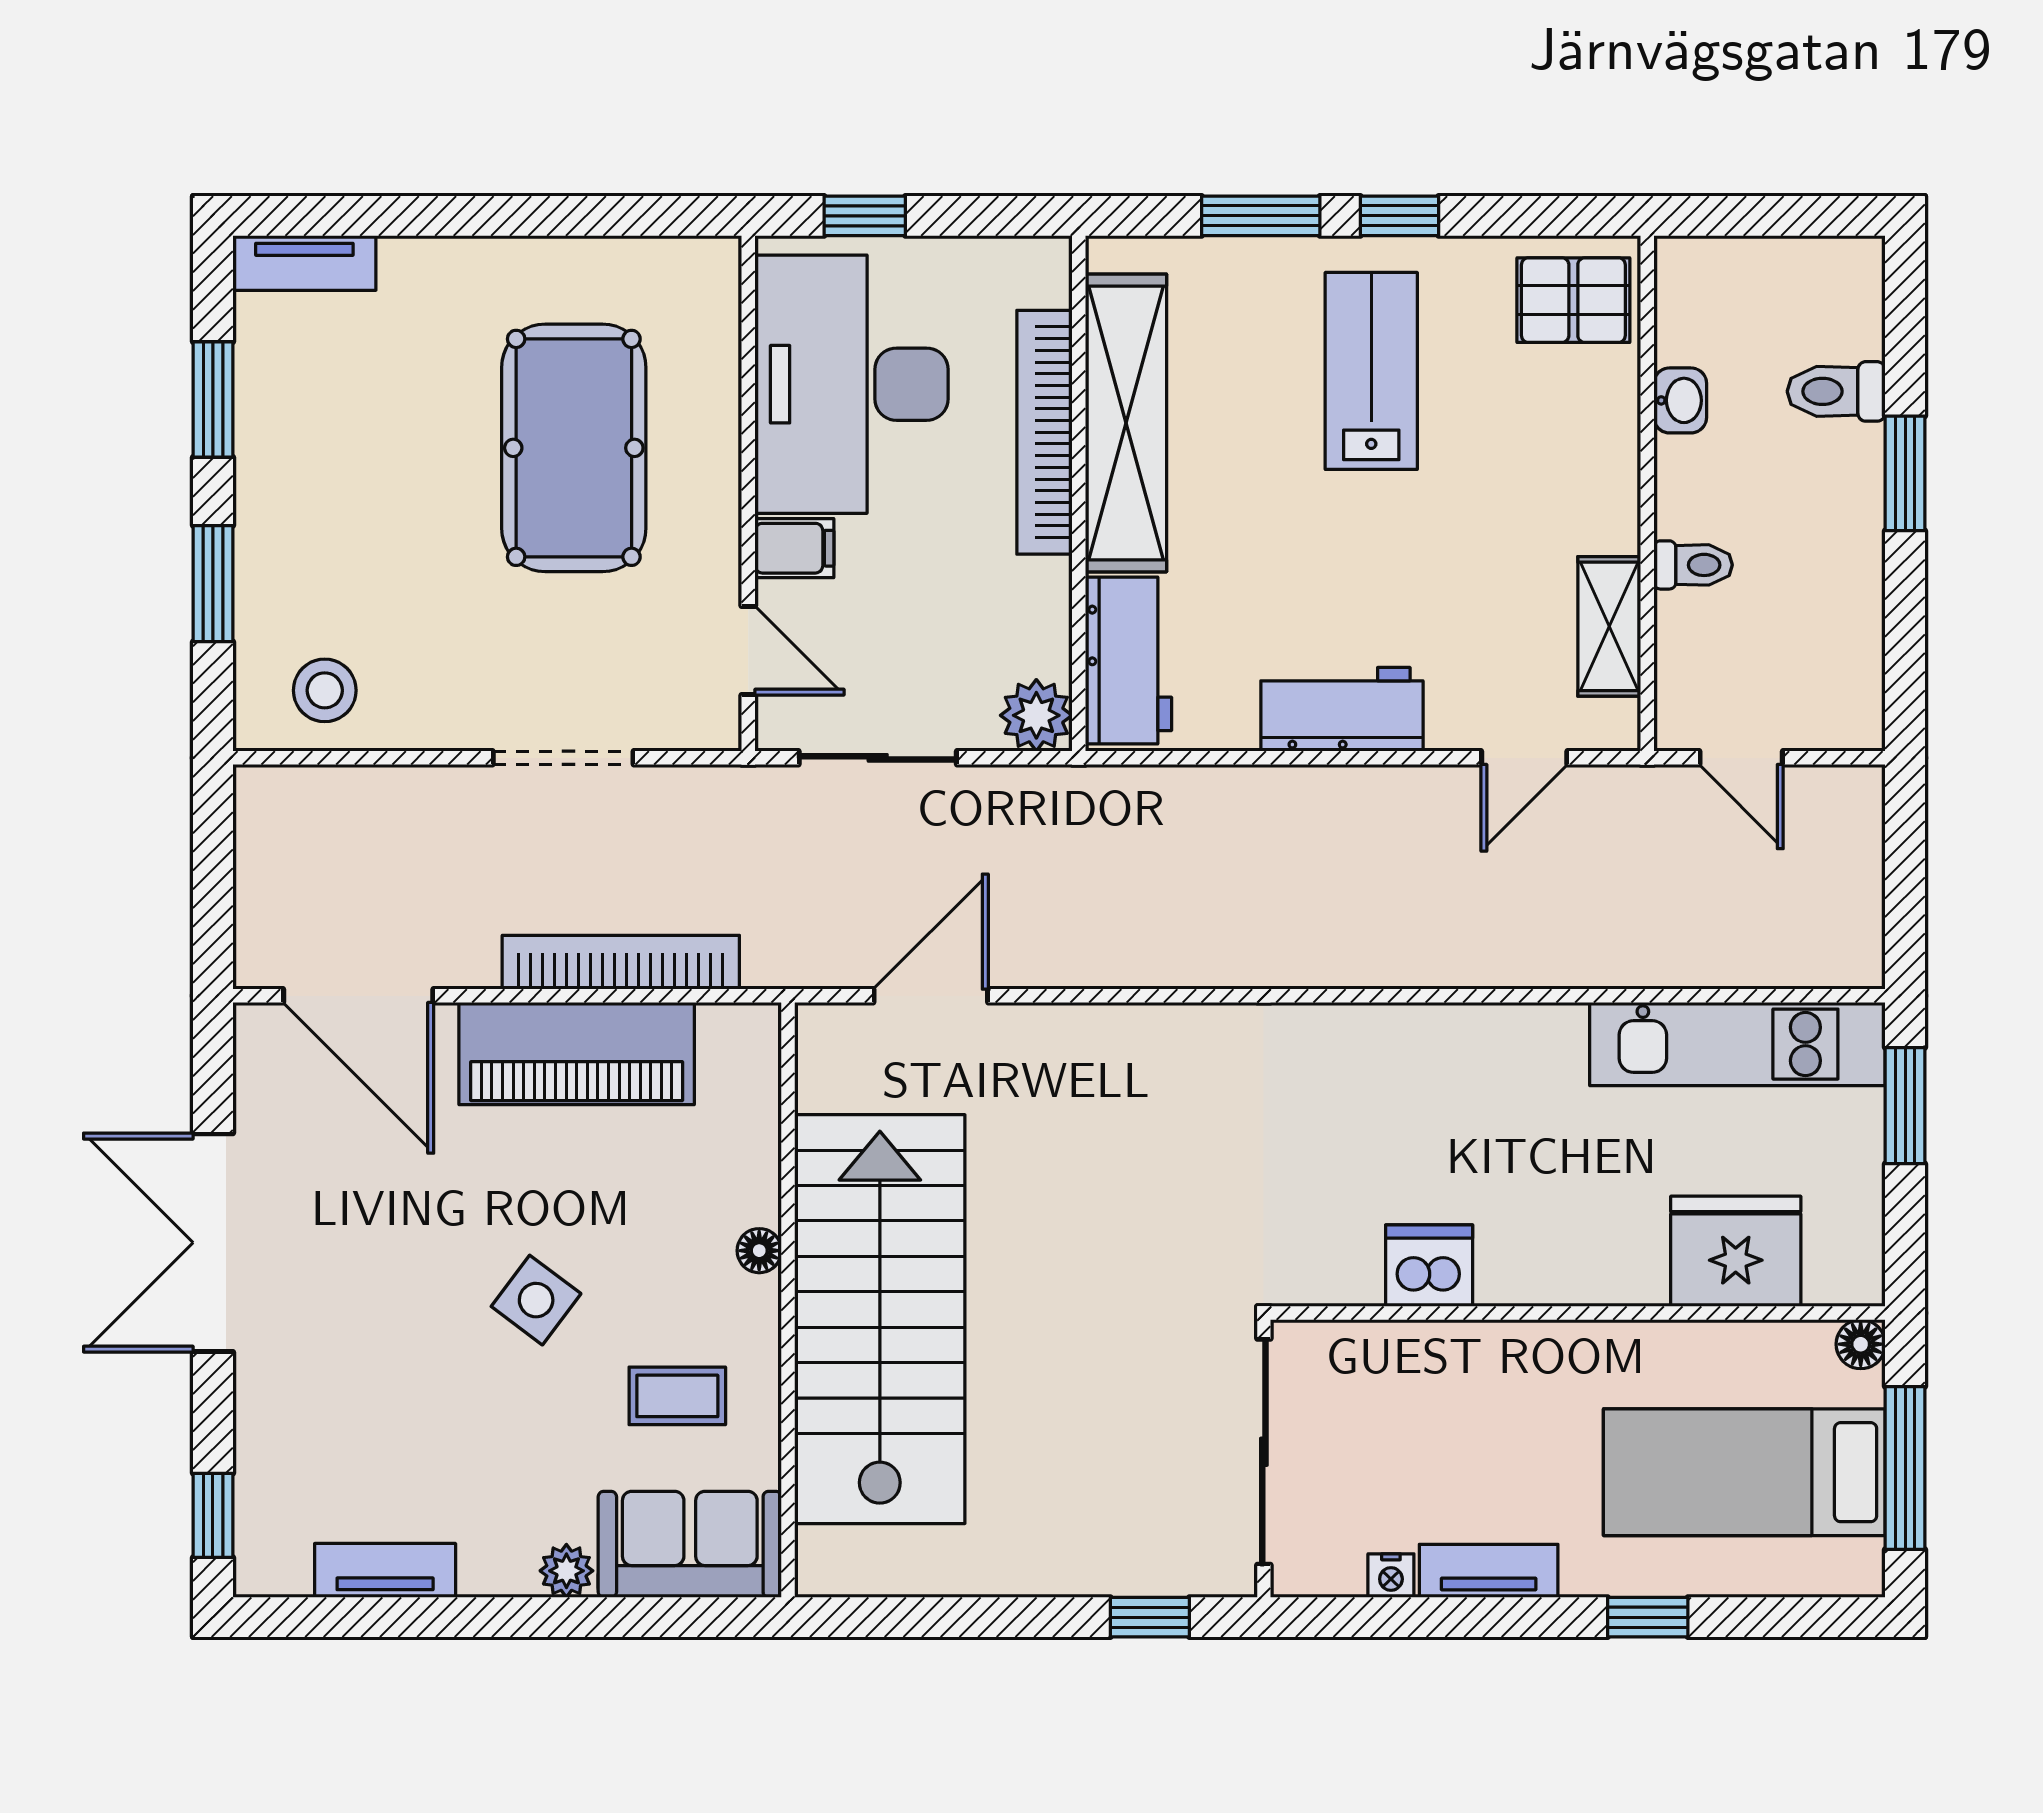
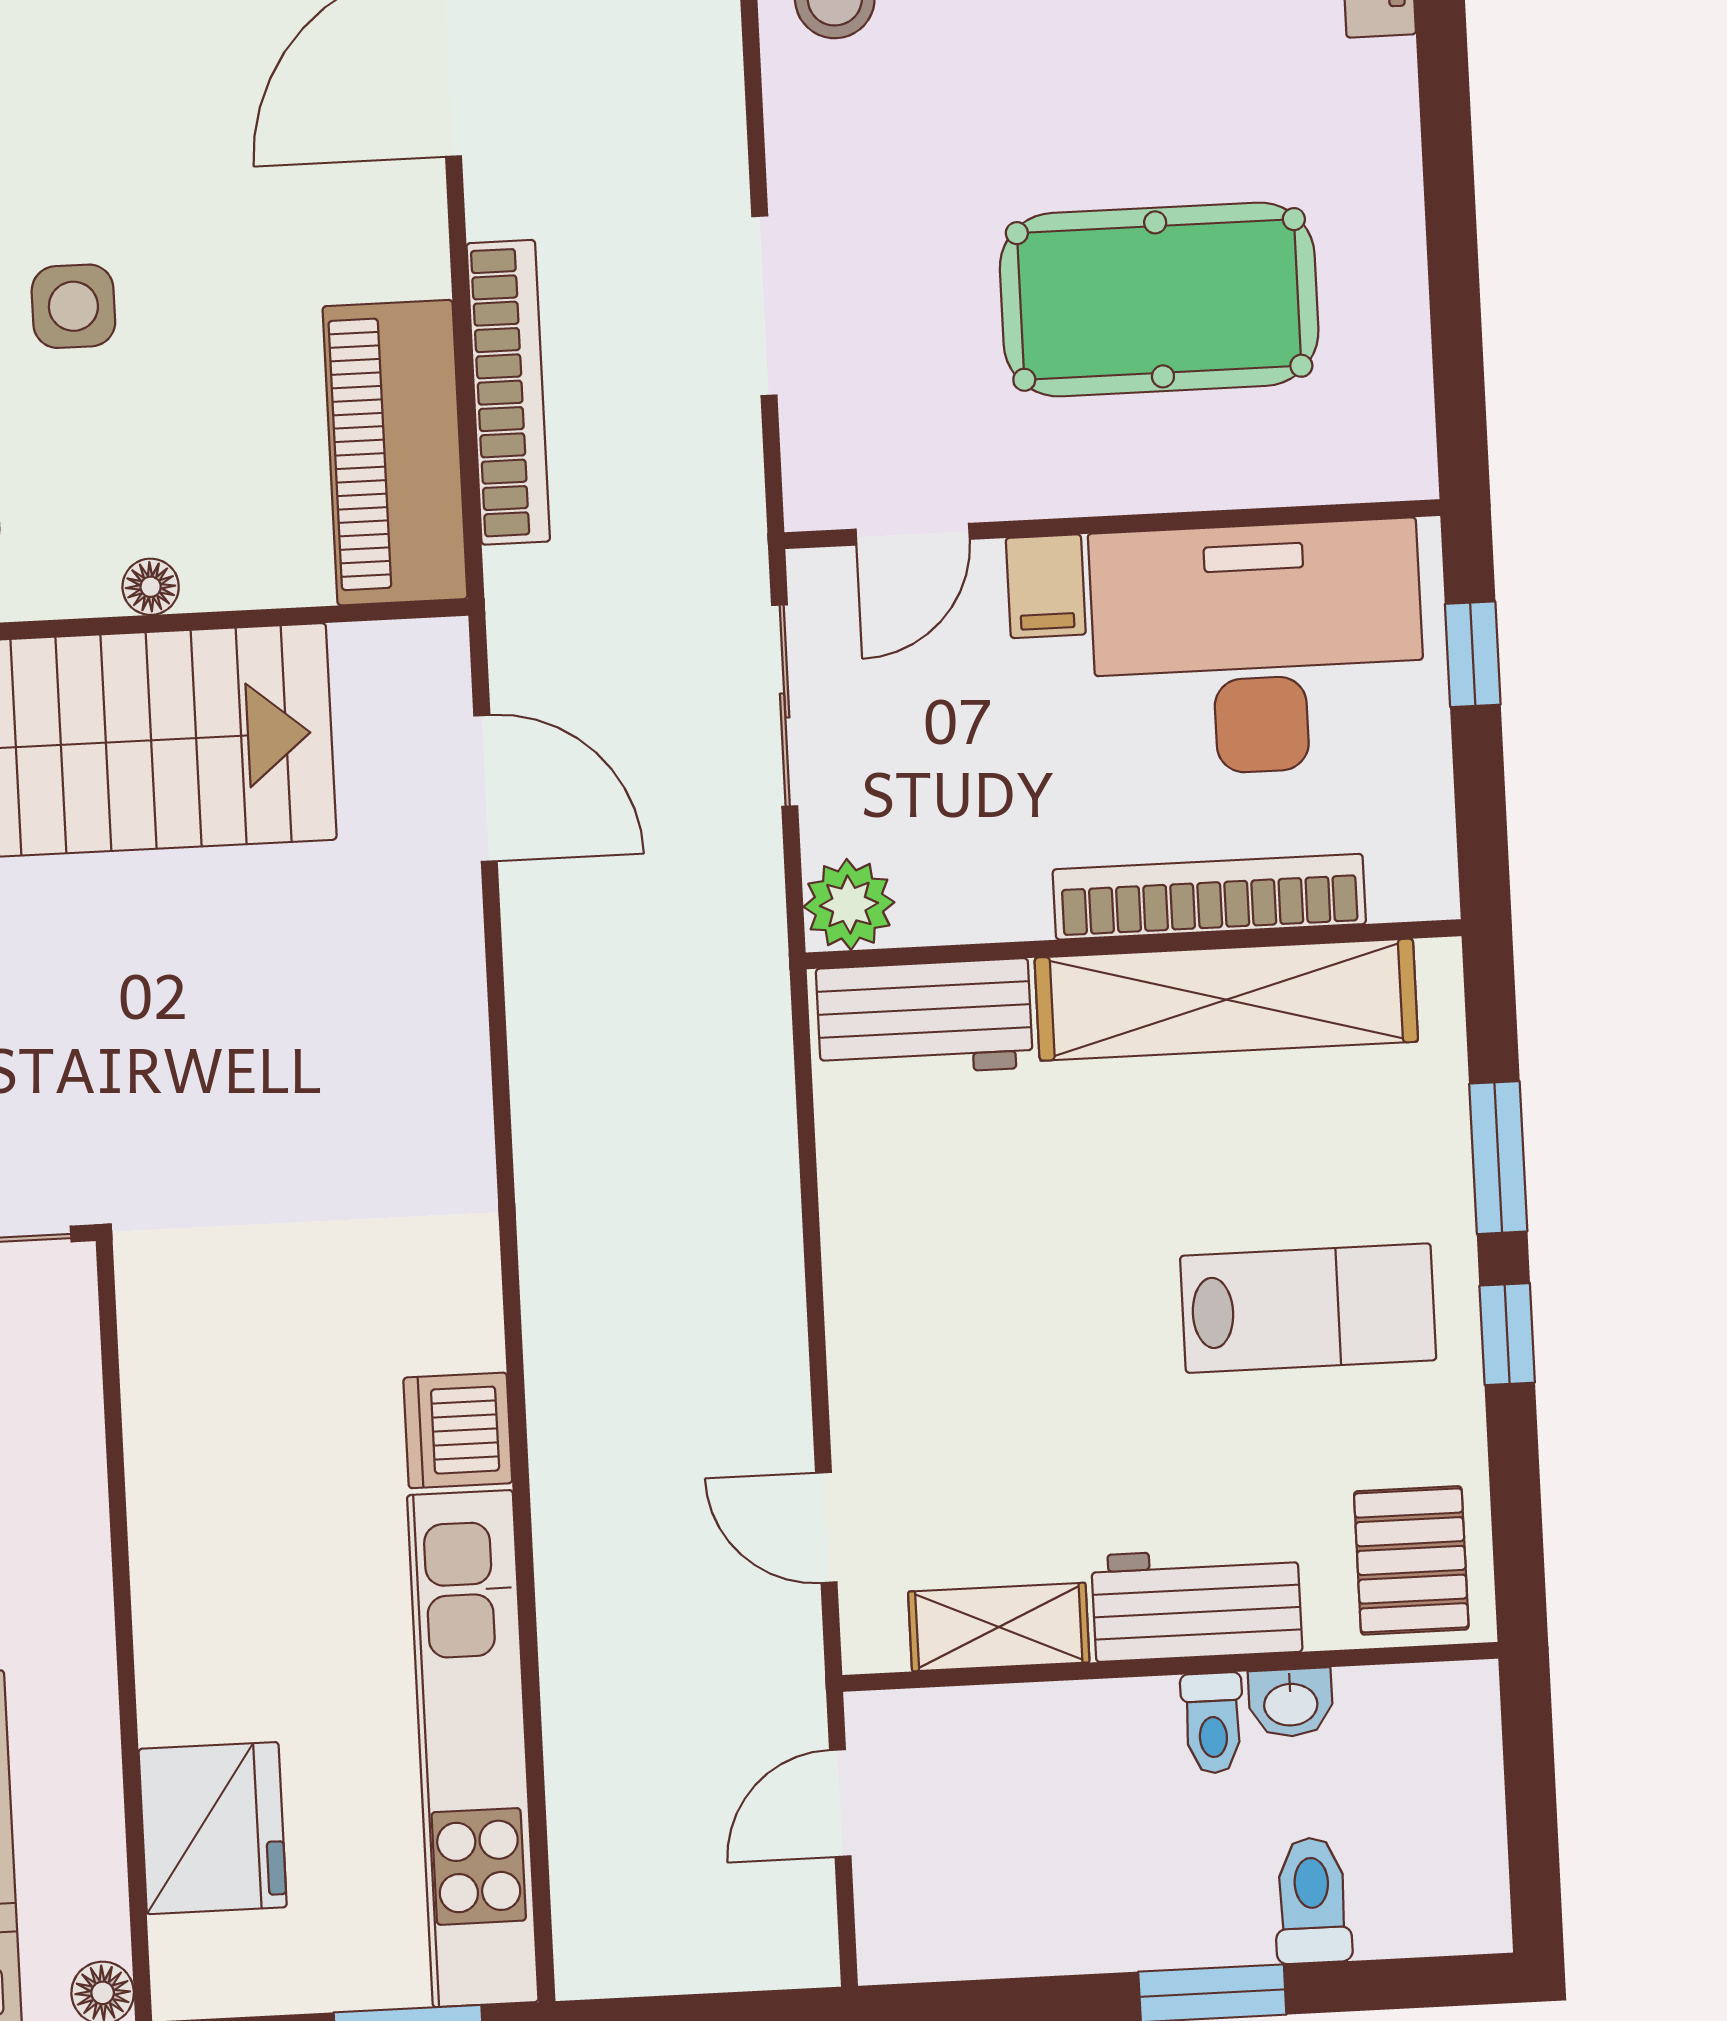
toilet: (1693, 565) -> (1213, 1723), moved
workbench: (1342, 709) -> (1197, 1604), moved, turned -90
kitchen unit: (1737, 1044) -> (473, 1749), width x1.36
piano: (577, 1054) -> (395, 453), moved
dishwasher: (1429, 1266) -> (458, 1430), moved, turned 180
side table: (536, 1300) -> (73, 306), turned -37

